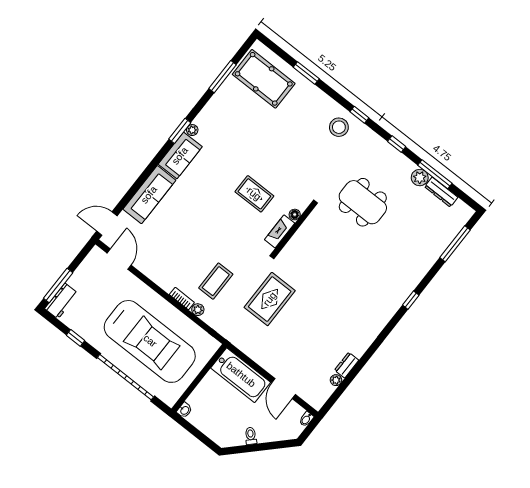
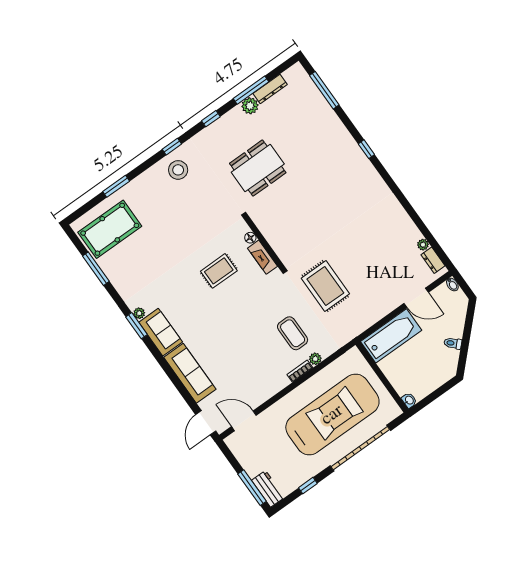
dresser: (347, 365) -> (433, 260), moved

